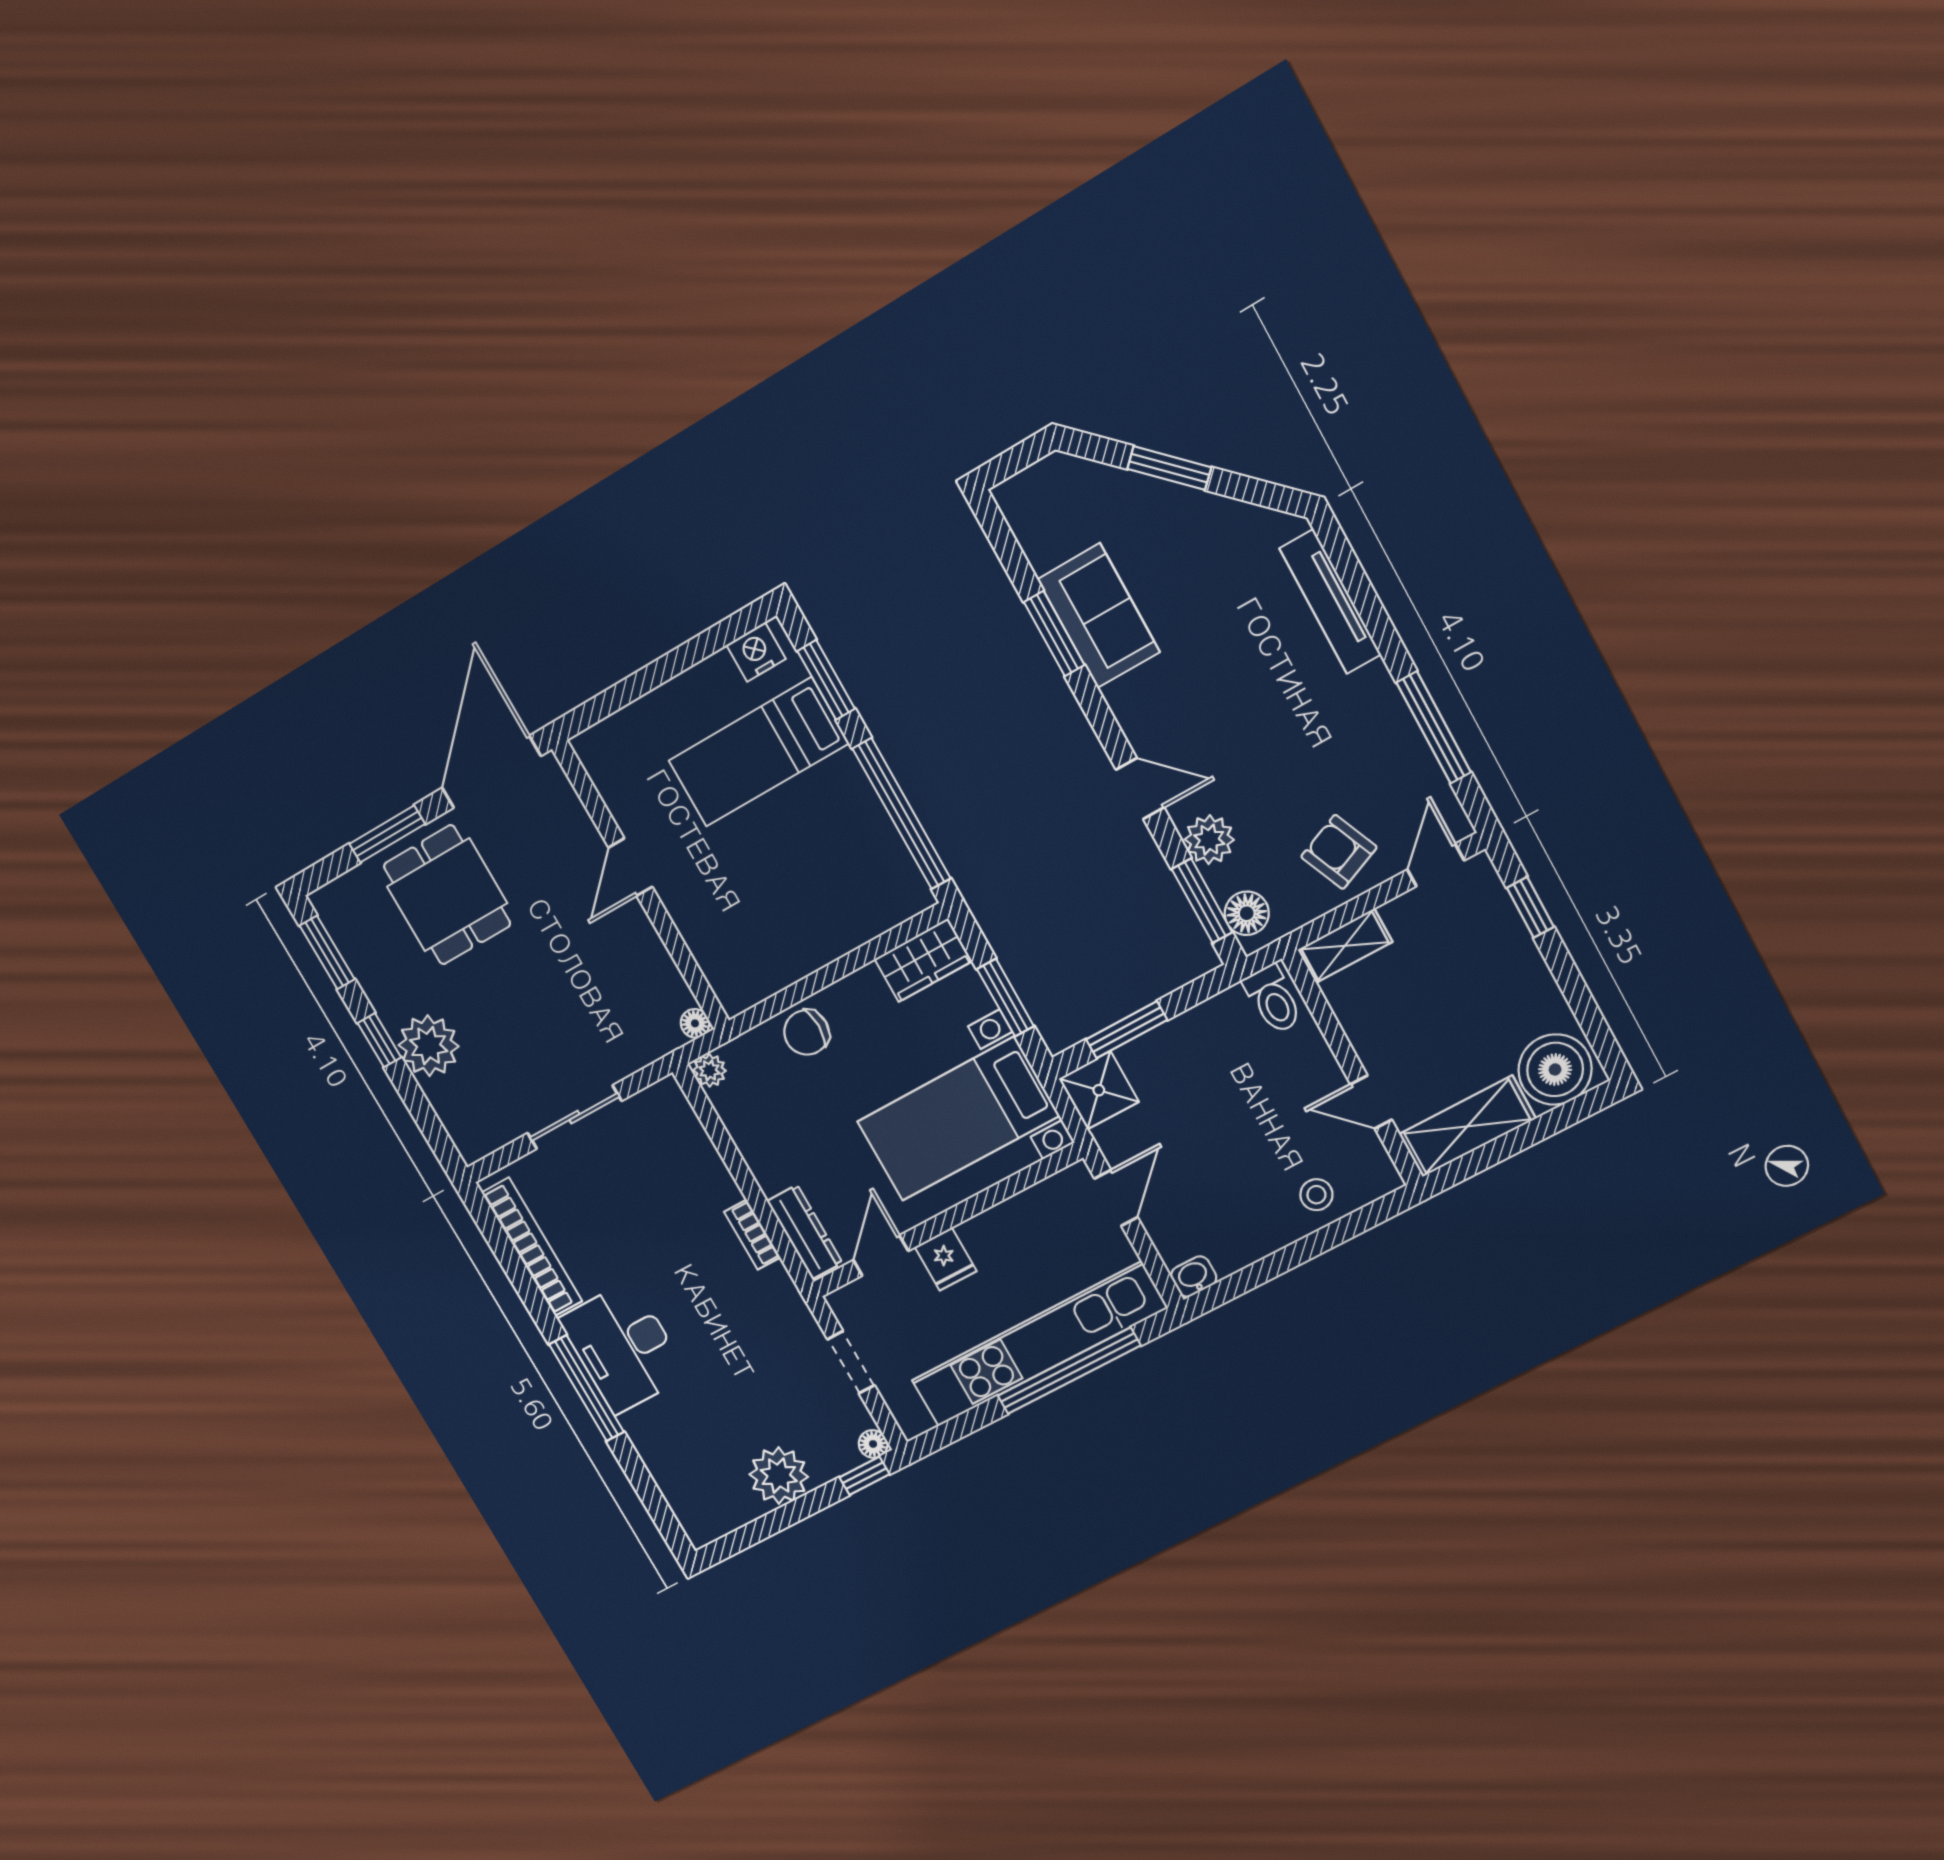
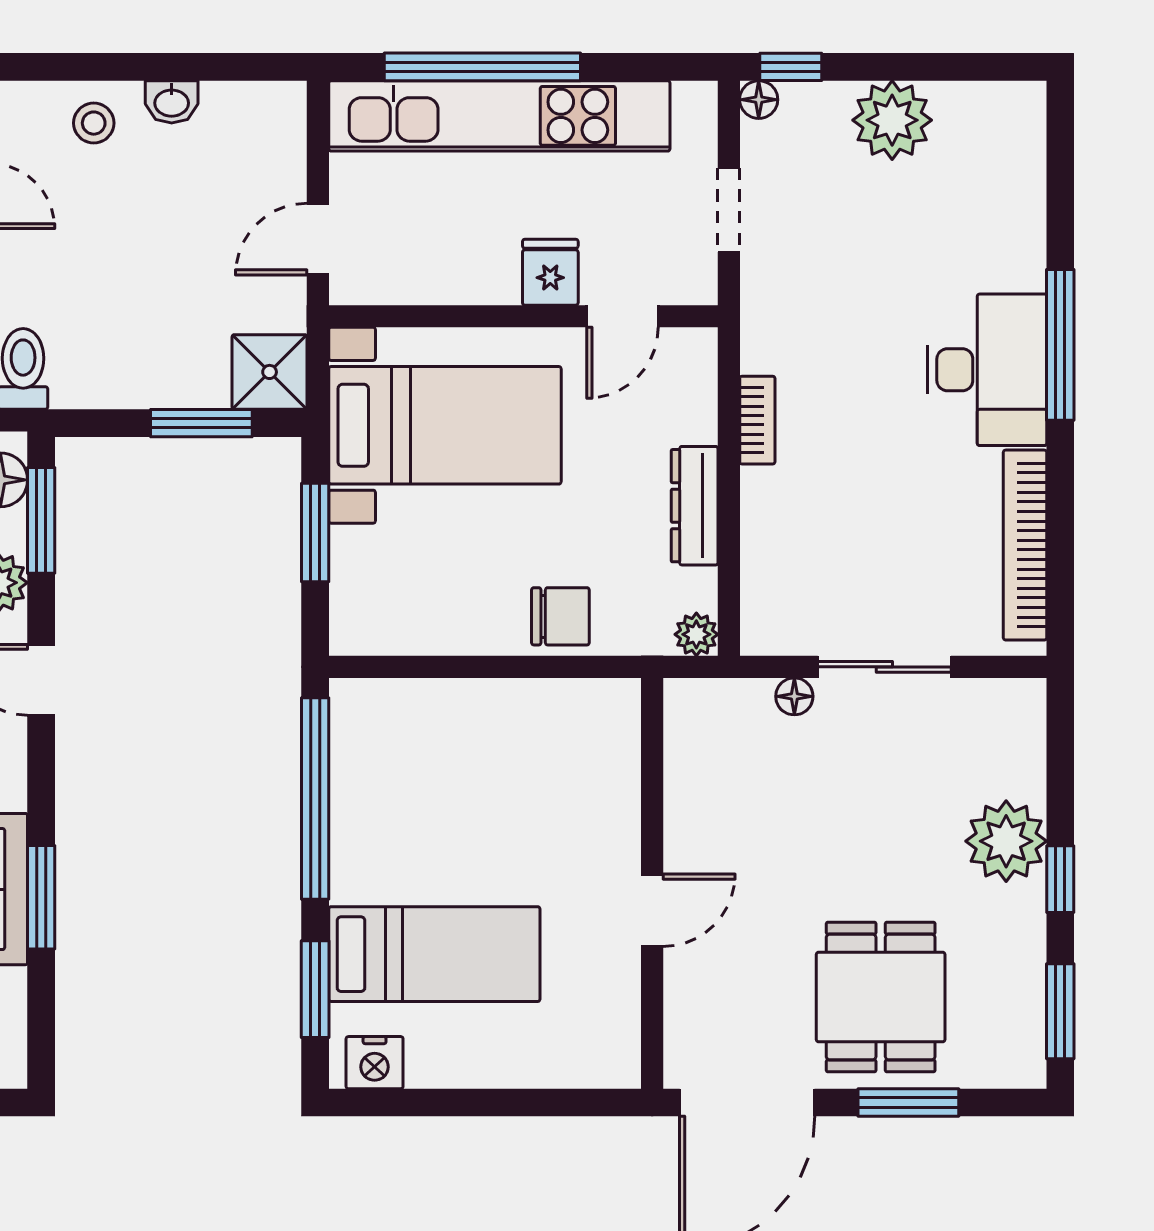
wardrobe: (923, 960) -> (383, 625), removed
floor lamp: (695, 1023) -> (794, 696), moved
dresser: (805, 1232) -> (695, 506), moved
washbasin: (1194, 1277) -> (172, 102), moved

